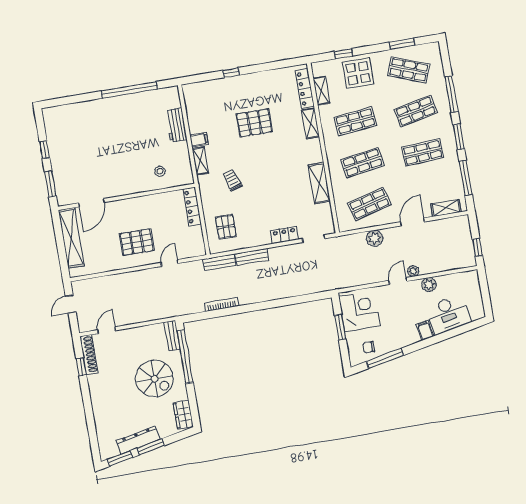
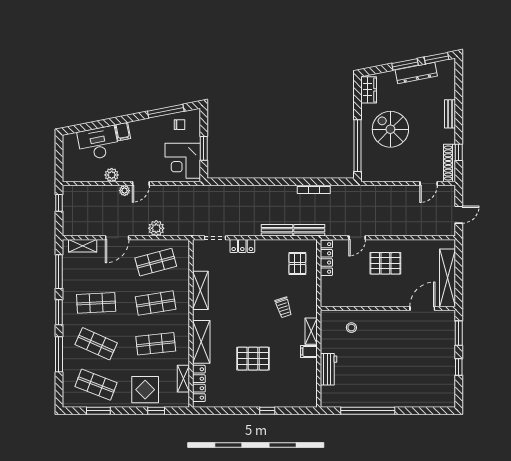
shop shelf: (416, 111) -> (96, 344), turned 36
shelving: (310, 123) -> (201, 342), width x1.50, depth x1.33
locker: (192, 207) -> (326, 258), moved
bench: (172, 336) -> (450, 114), moved

